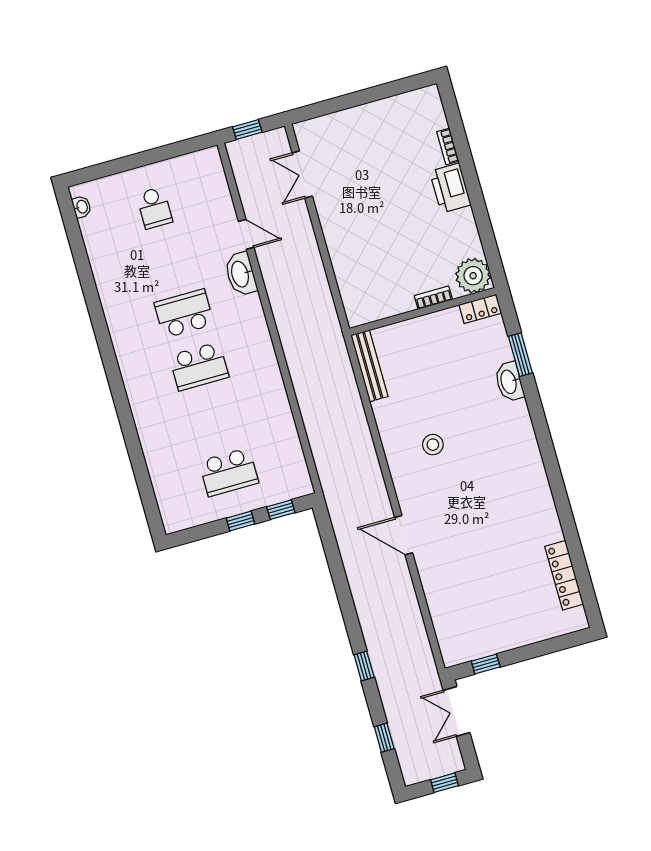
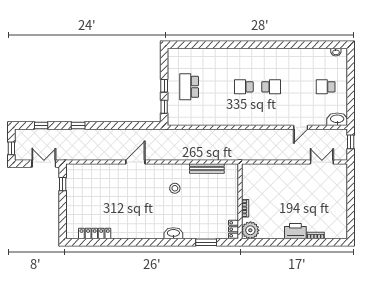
washbasin: (241, 274) -> (337, 119), moved
school desk: (184, 314) -> (271, 87), width x0.54
school desk: (199, 366) -> (244, 87), width x0.54
bench: (369, 366) -> (207, 169), moved
washbasin: (509, 382) -> (173, 233), moved

